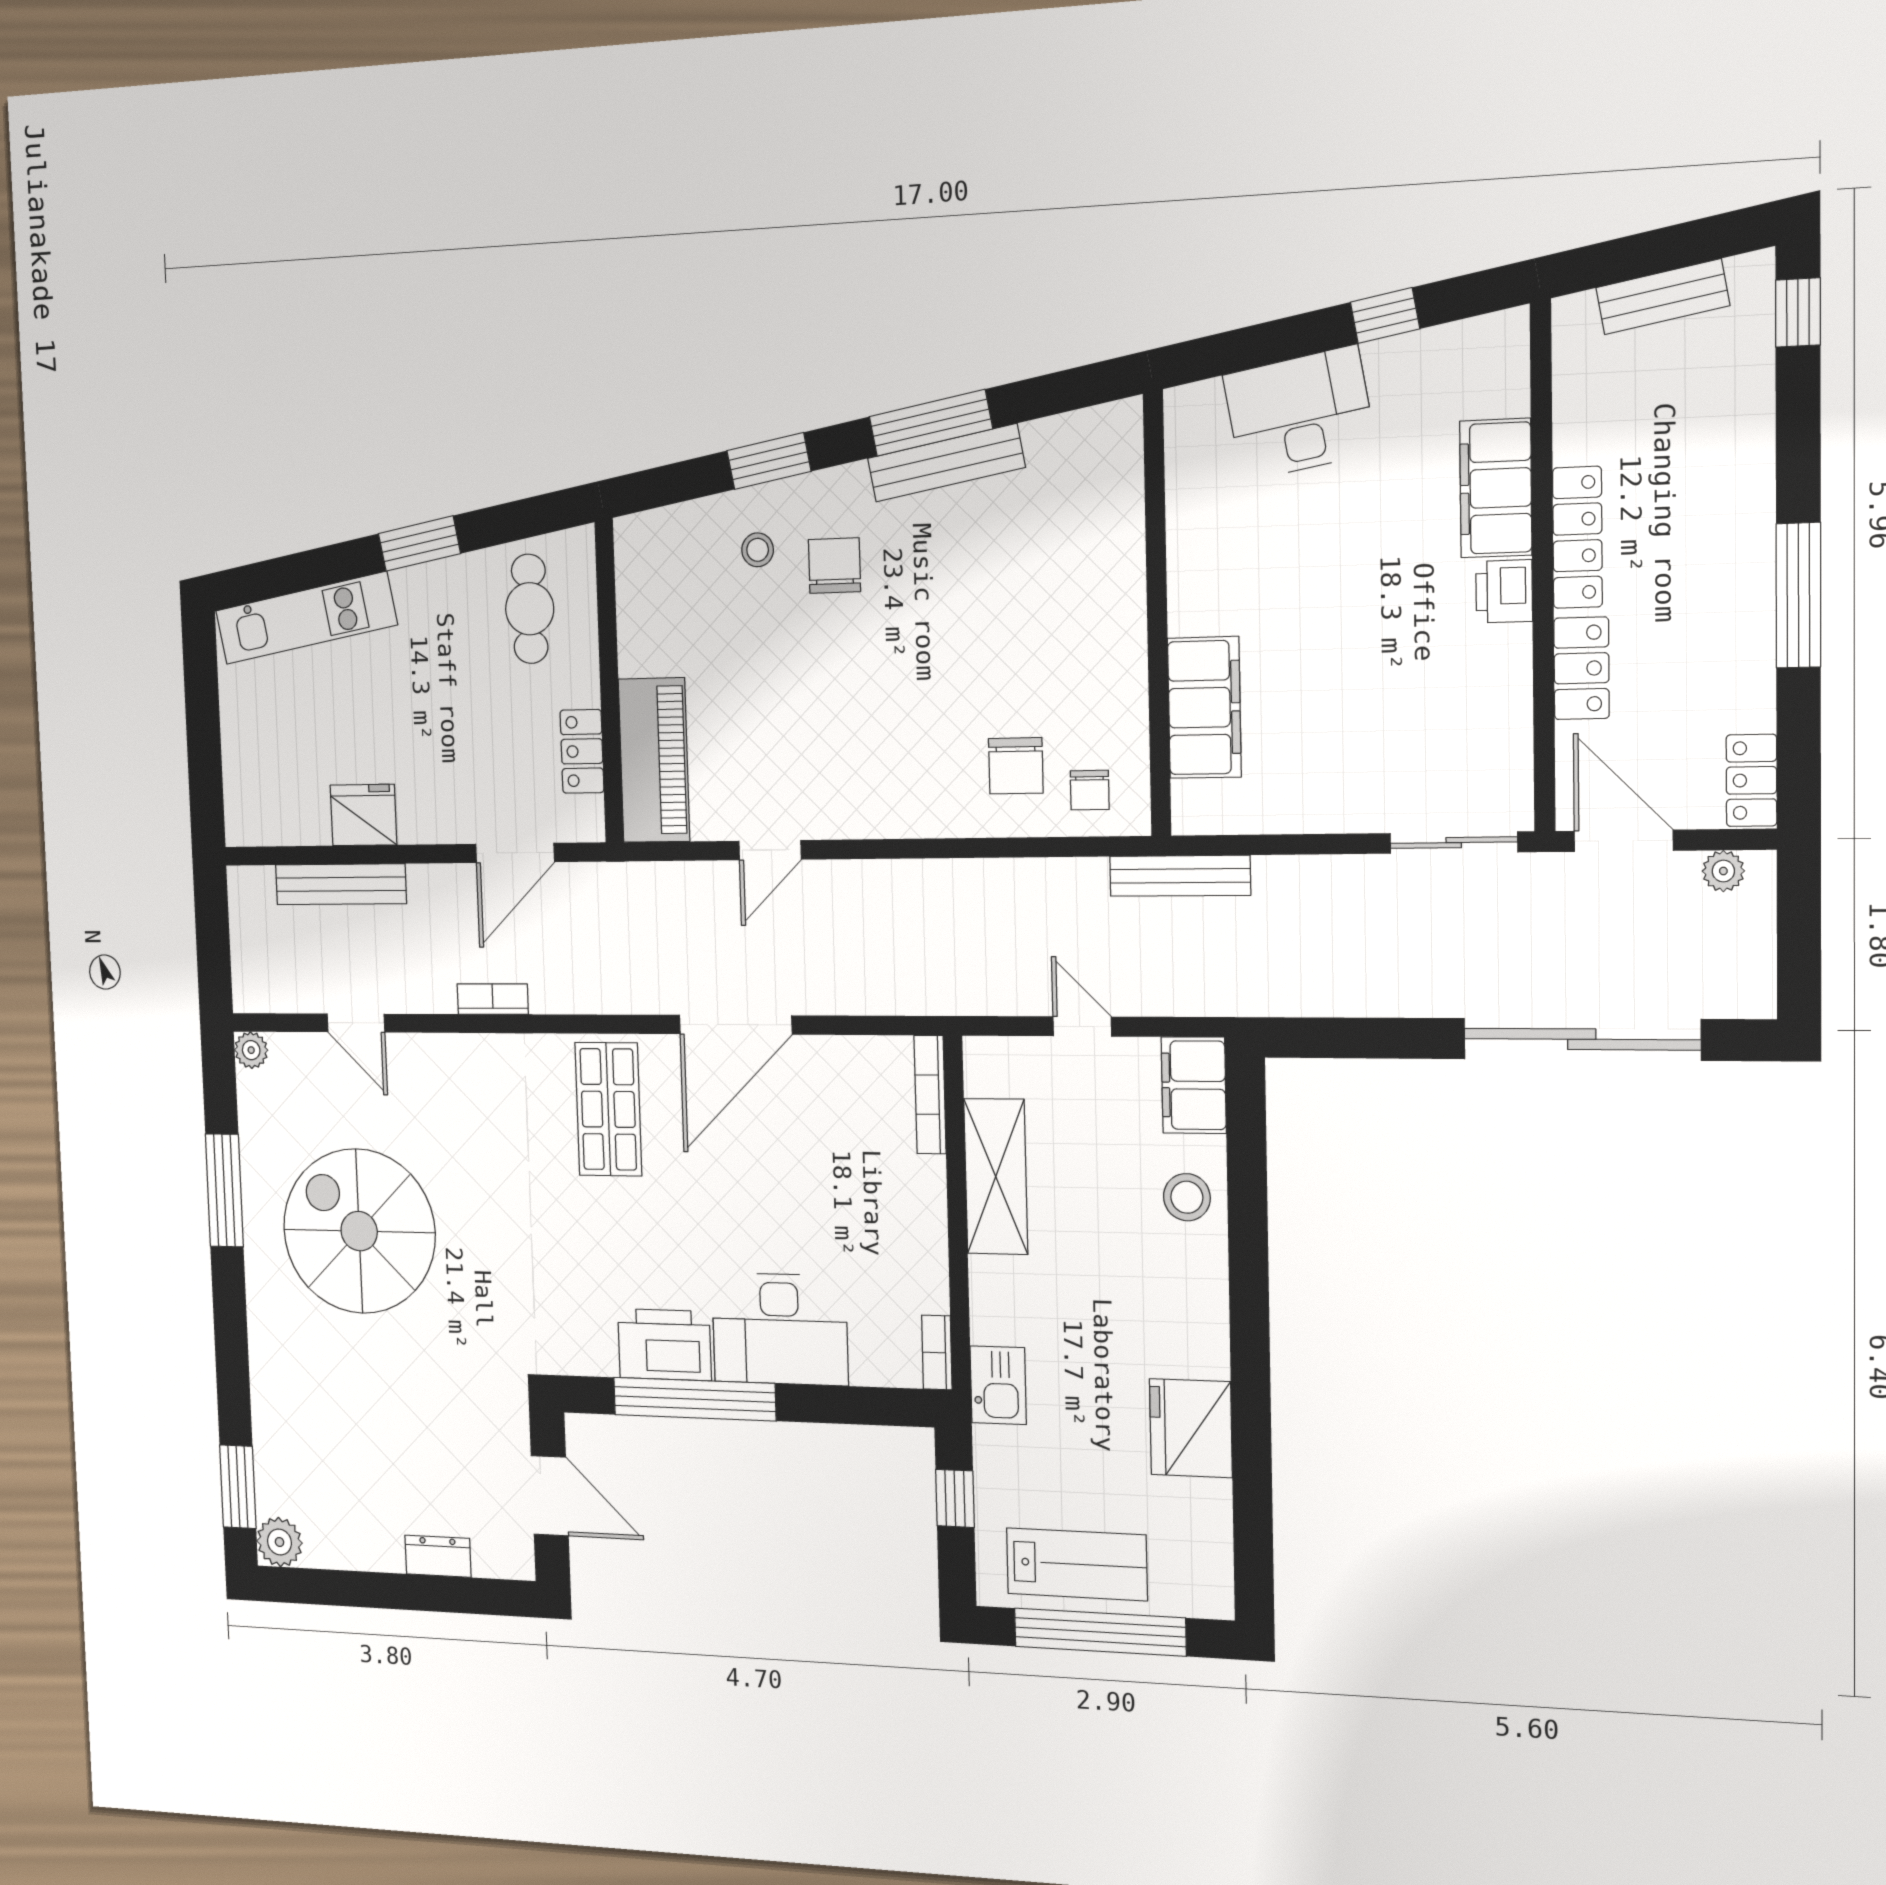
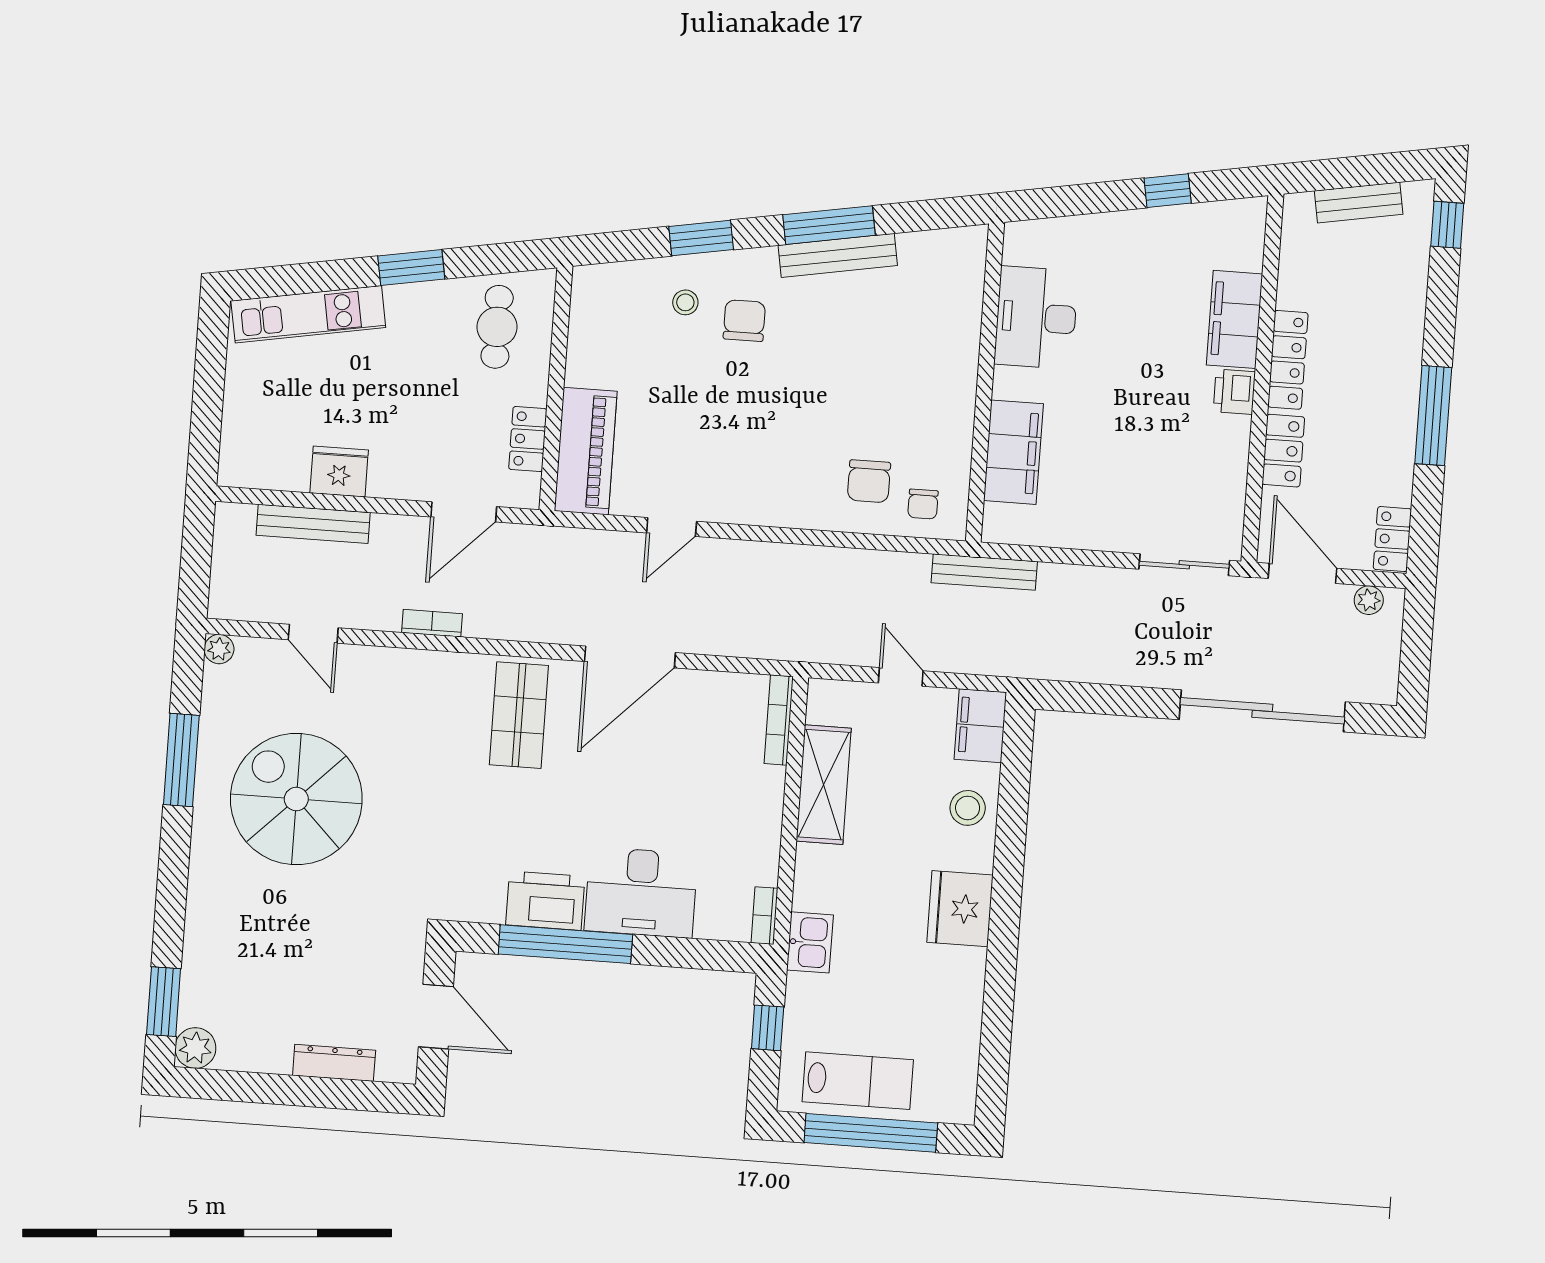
desk: (1300, 414) -> (1036, 318), moved, turned -80
fridge: (1191, 1428) -> (960, 909), moved
dresser: (438, 1556) -> (334, 1063), width x1.44

